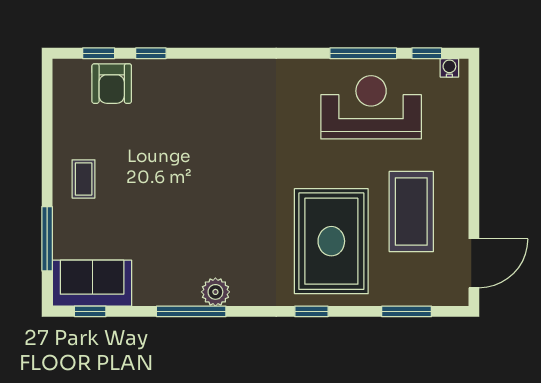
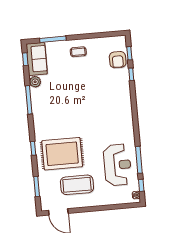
armchair: (112, 84) -> (118, 60), turned -90
plant: (215, 292) -> (35, 82), moved

